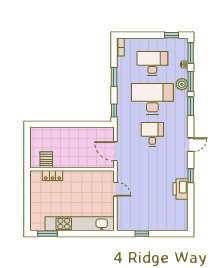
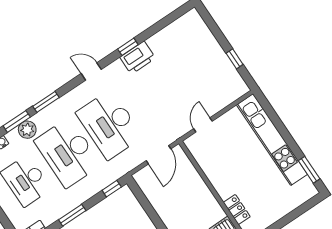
desk: (152, 134) -> (109, 125), width x1.87, depth x1.30
printer: (180, 189) -> (138, 58), moved

